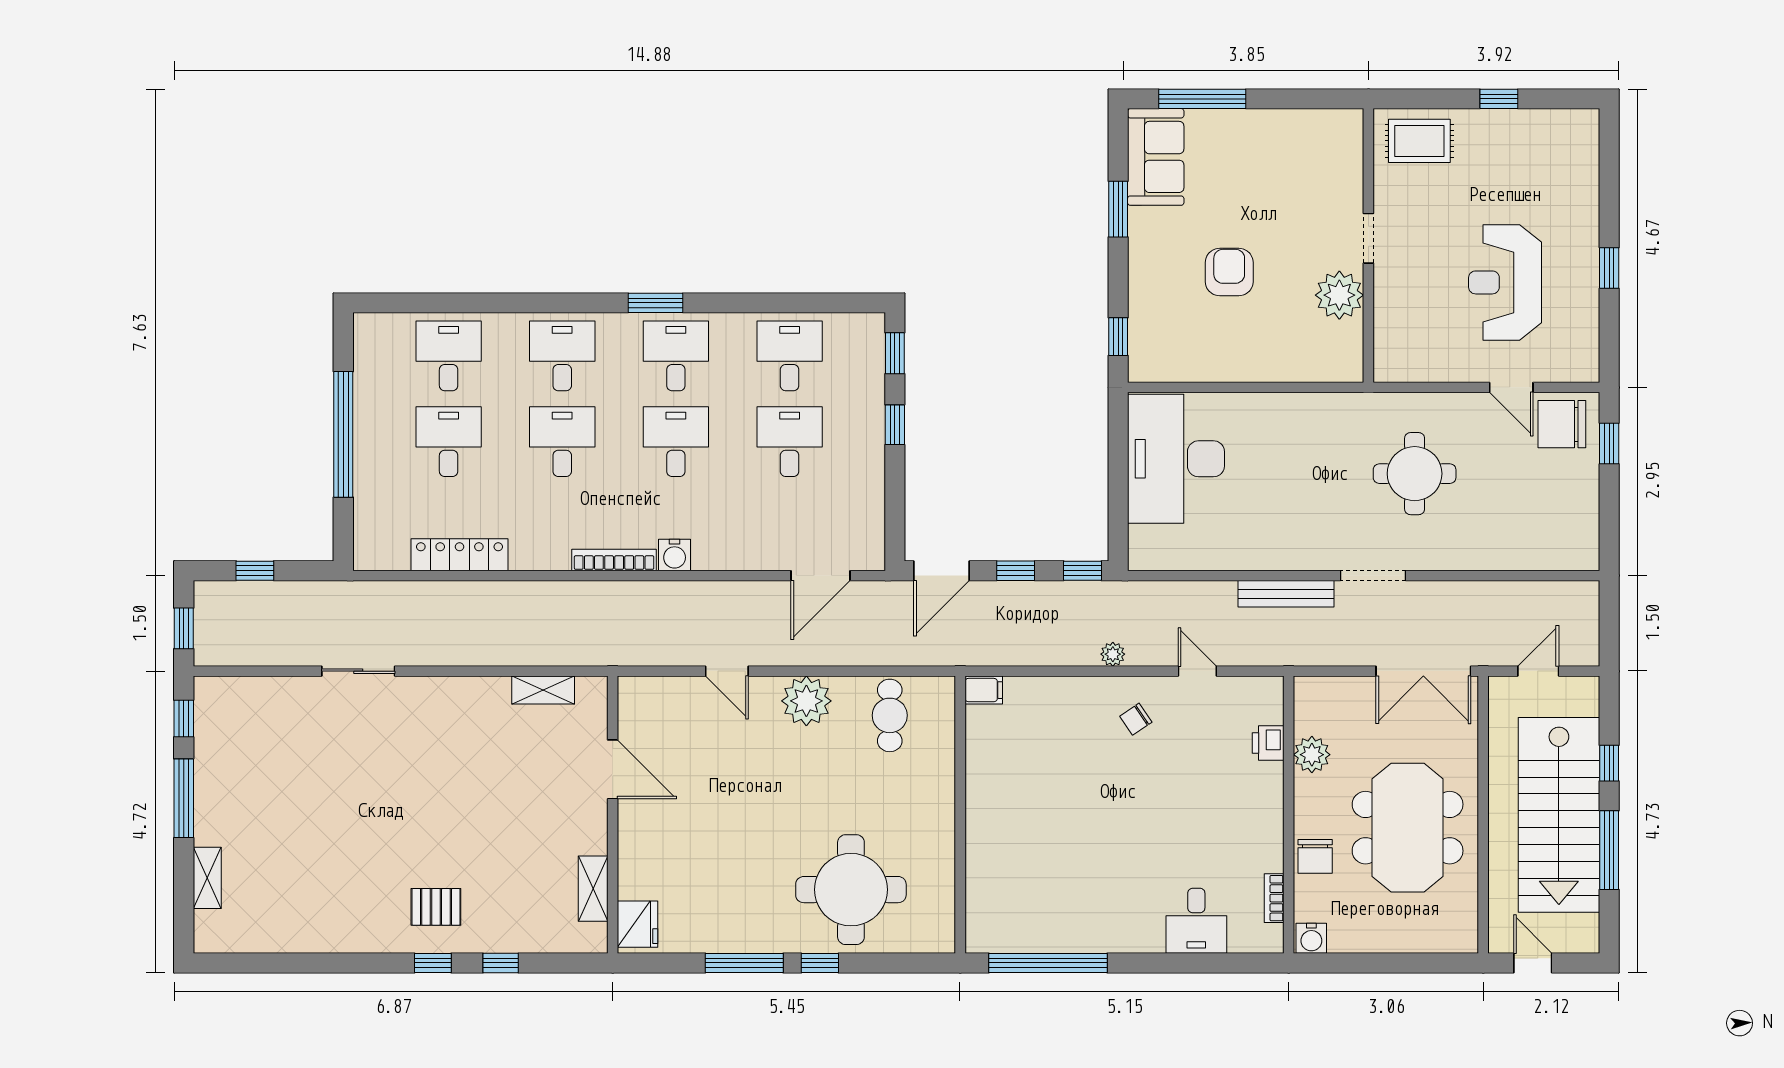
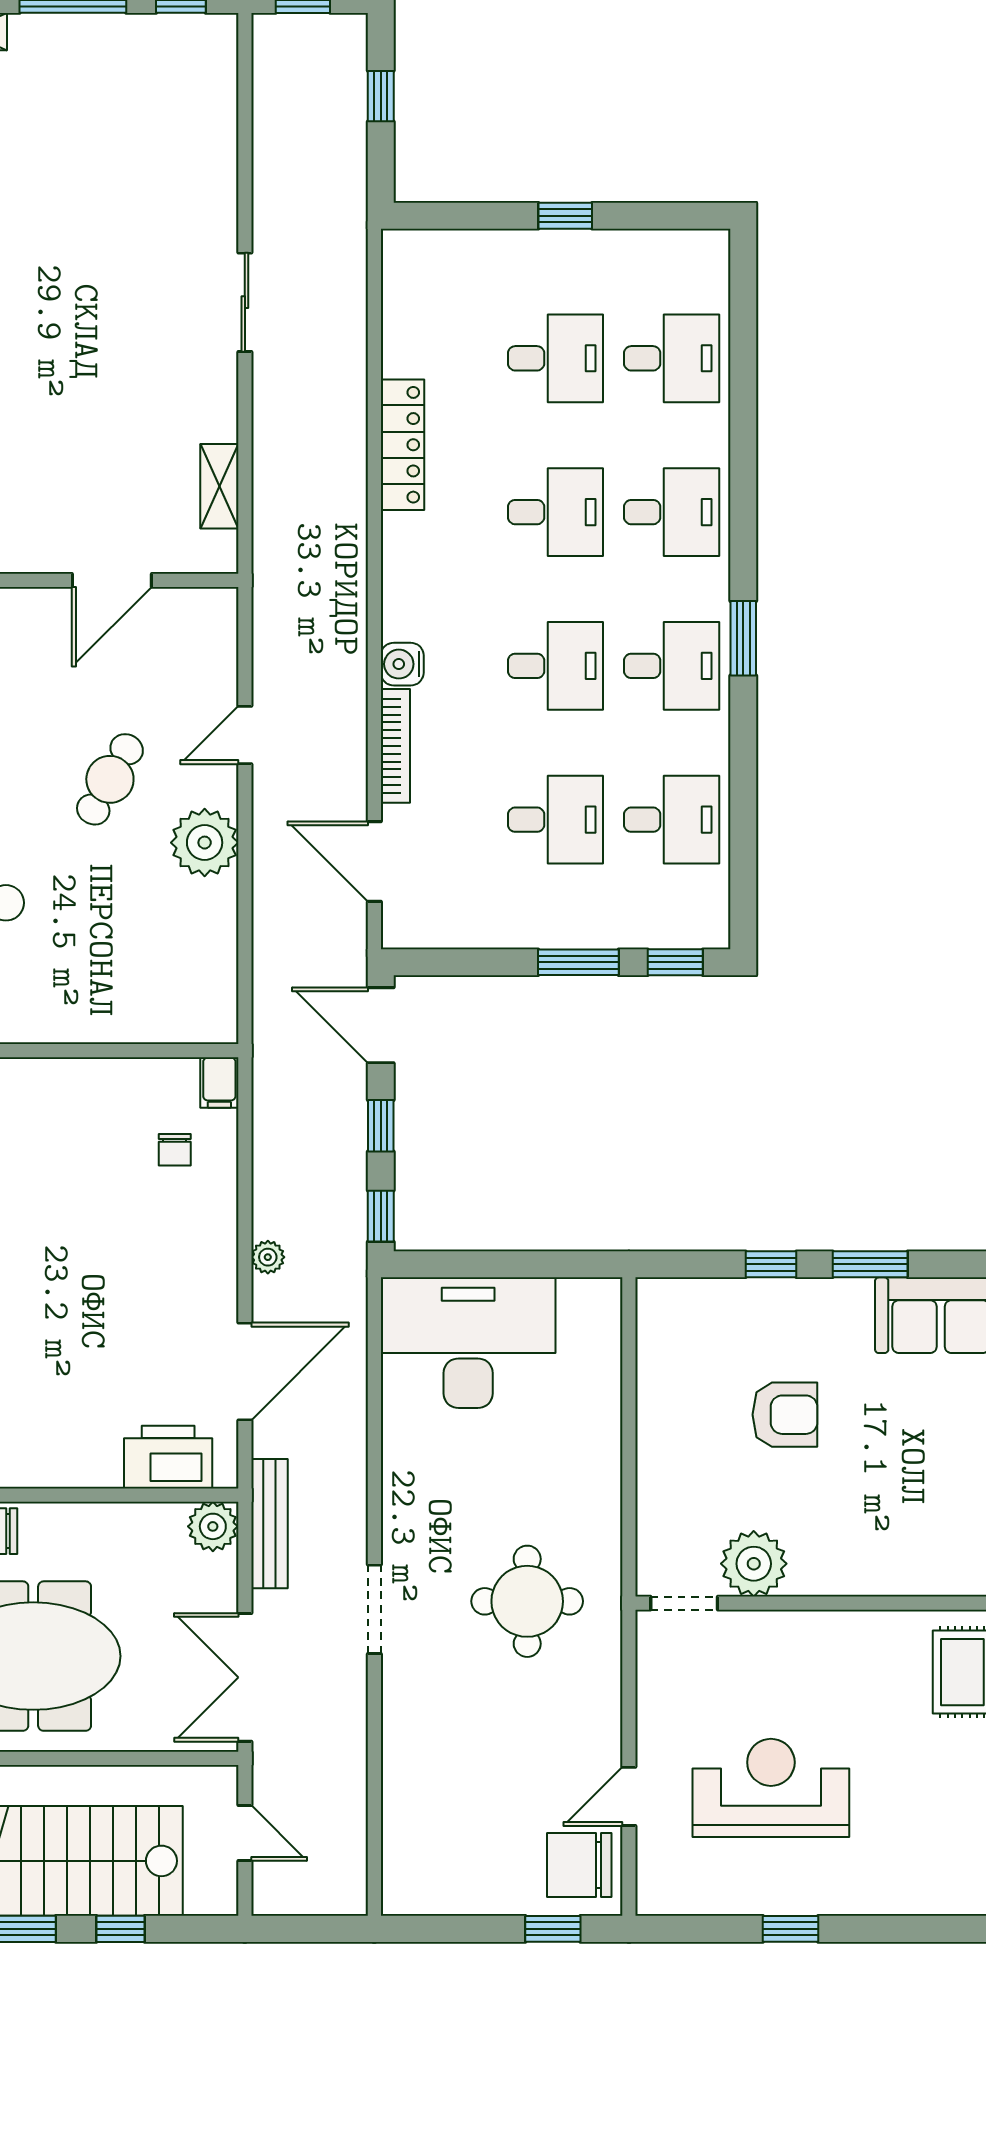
doorway: (1368, 238) -> (684, 1603), moved
window: (1118, 337) -> (771, 1264), moved
chair: (1562, 424) -> (579, 1865), turned -90
window: (895, 425) -> (578, 962), width x1.50
window: (343, 434) -> (565, 216), width x0.32
desk: (1176, 459) -> (468, 1343), moved
round table: (1415, 474) -> (527, 1601), moved
locker: (460, 555) -> (402, 445), moved
bookcase: (614, 560) -> (395, 746), moved
bench: (1286, 594) -> (269, 1524), moved
sliding door: (358, 671) -> (245, 302), moved
door: (1197, 671) -> (245, 1371), width x1.88
cafe table: (890, 715) -> (110, 779), moved, turned -61
chair: (1136, 719) -> (175, 1150), moved, turned -146
printer: (1268, 743) -> (168, 1457), width x1.87, depth x1.48
plant: (1312, 755) -> (213, 1526), moved

